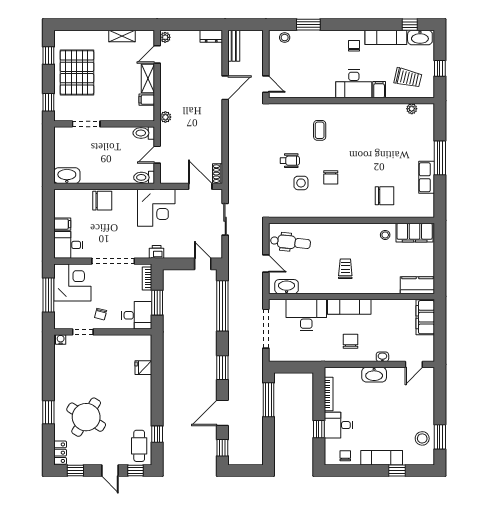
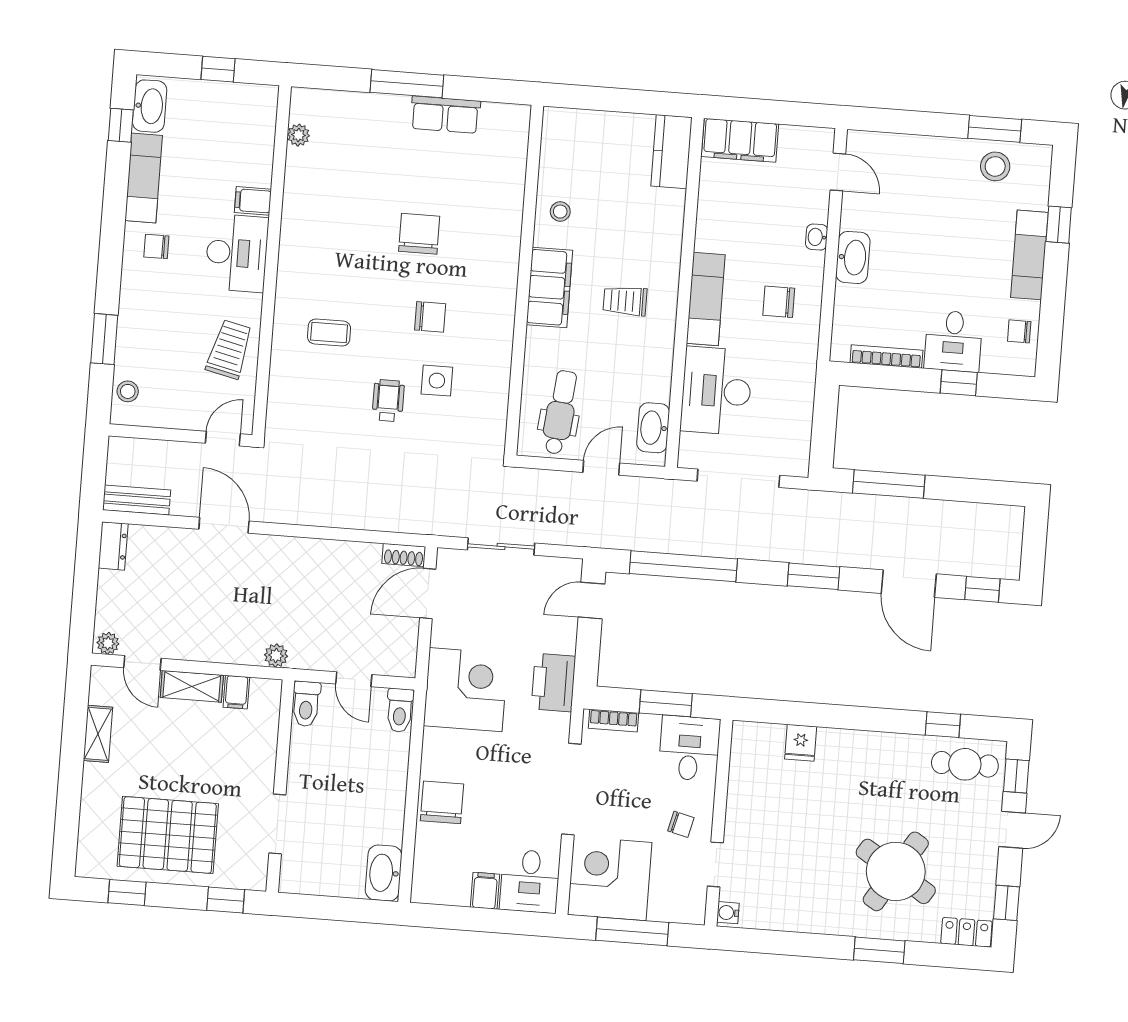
trolley: (408, 78) -> (229, 349), moved
chair: (385, 196) -> (419, 234), moved
filing cabinet: (415, 233) -> (549, 287), moved
printer: (157, 252) -> (553, 683), width x1.87, depth x1.48

